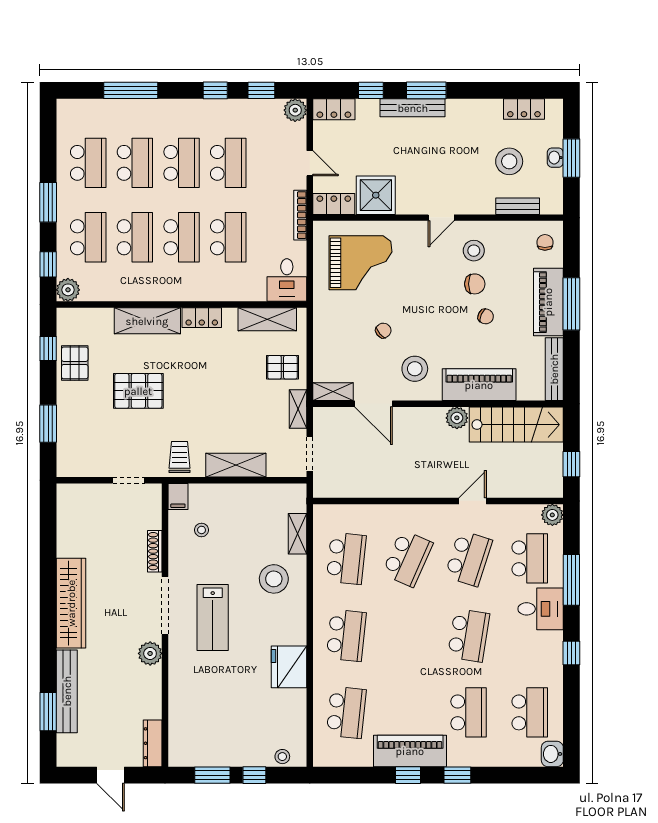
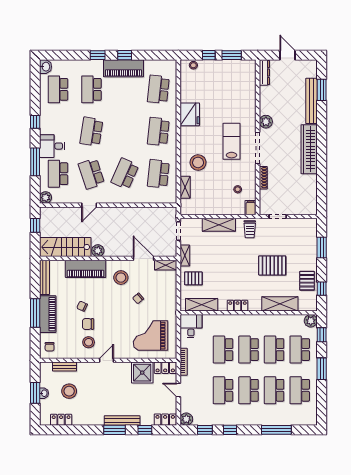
shelving: (147, 321) -> (280, 304), moved
school desk: (469, 558) -> (91, 174), turned -36

